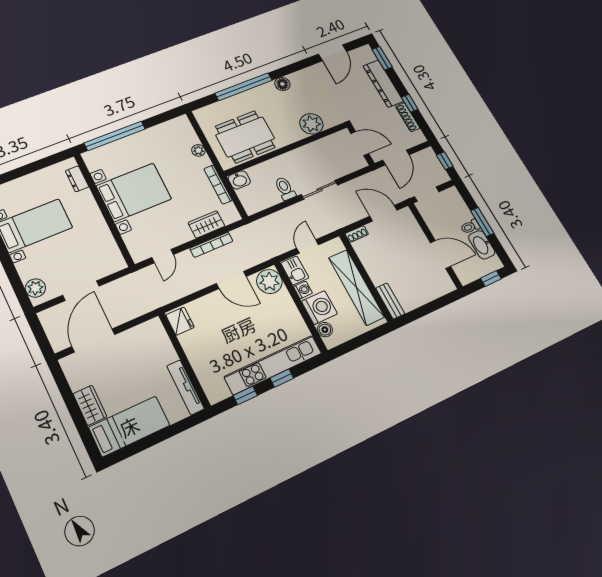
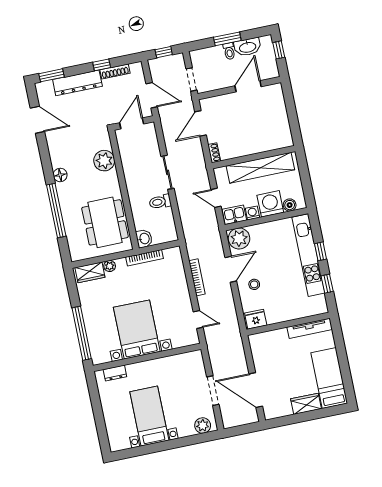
wardrobe: (206, 224) -> (90, 272), moved, turned -90
bench: (390, 301) -> (278, 143), removed
stool: (221, 310) -> (254, 284), added

